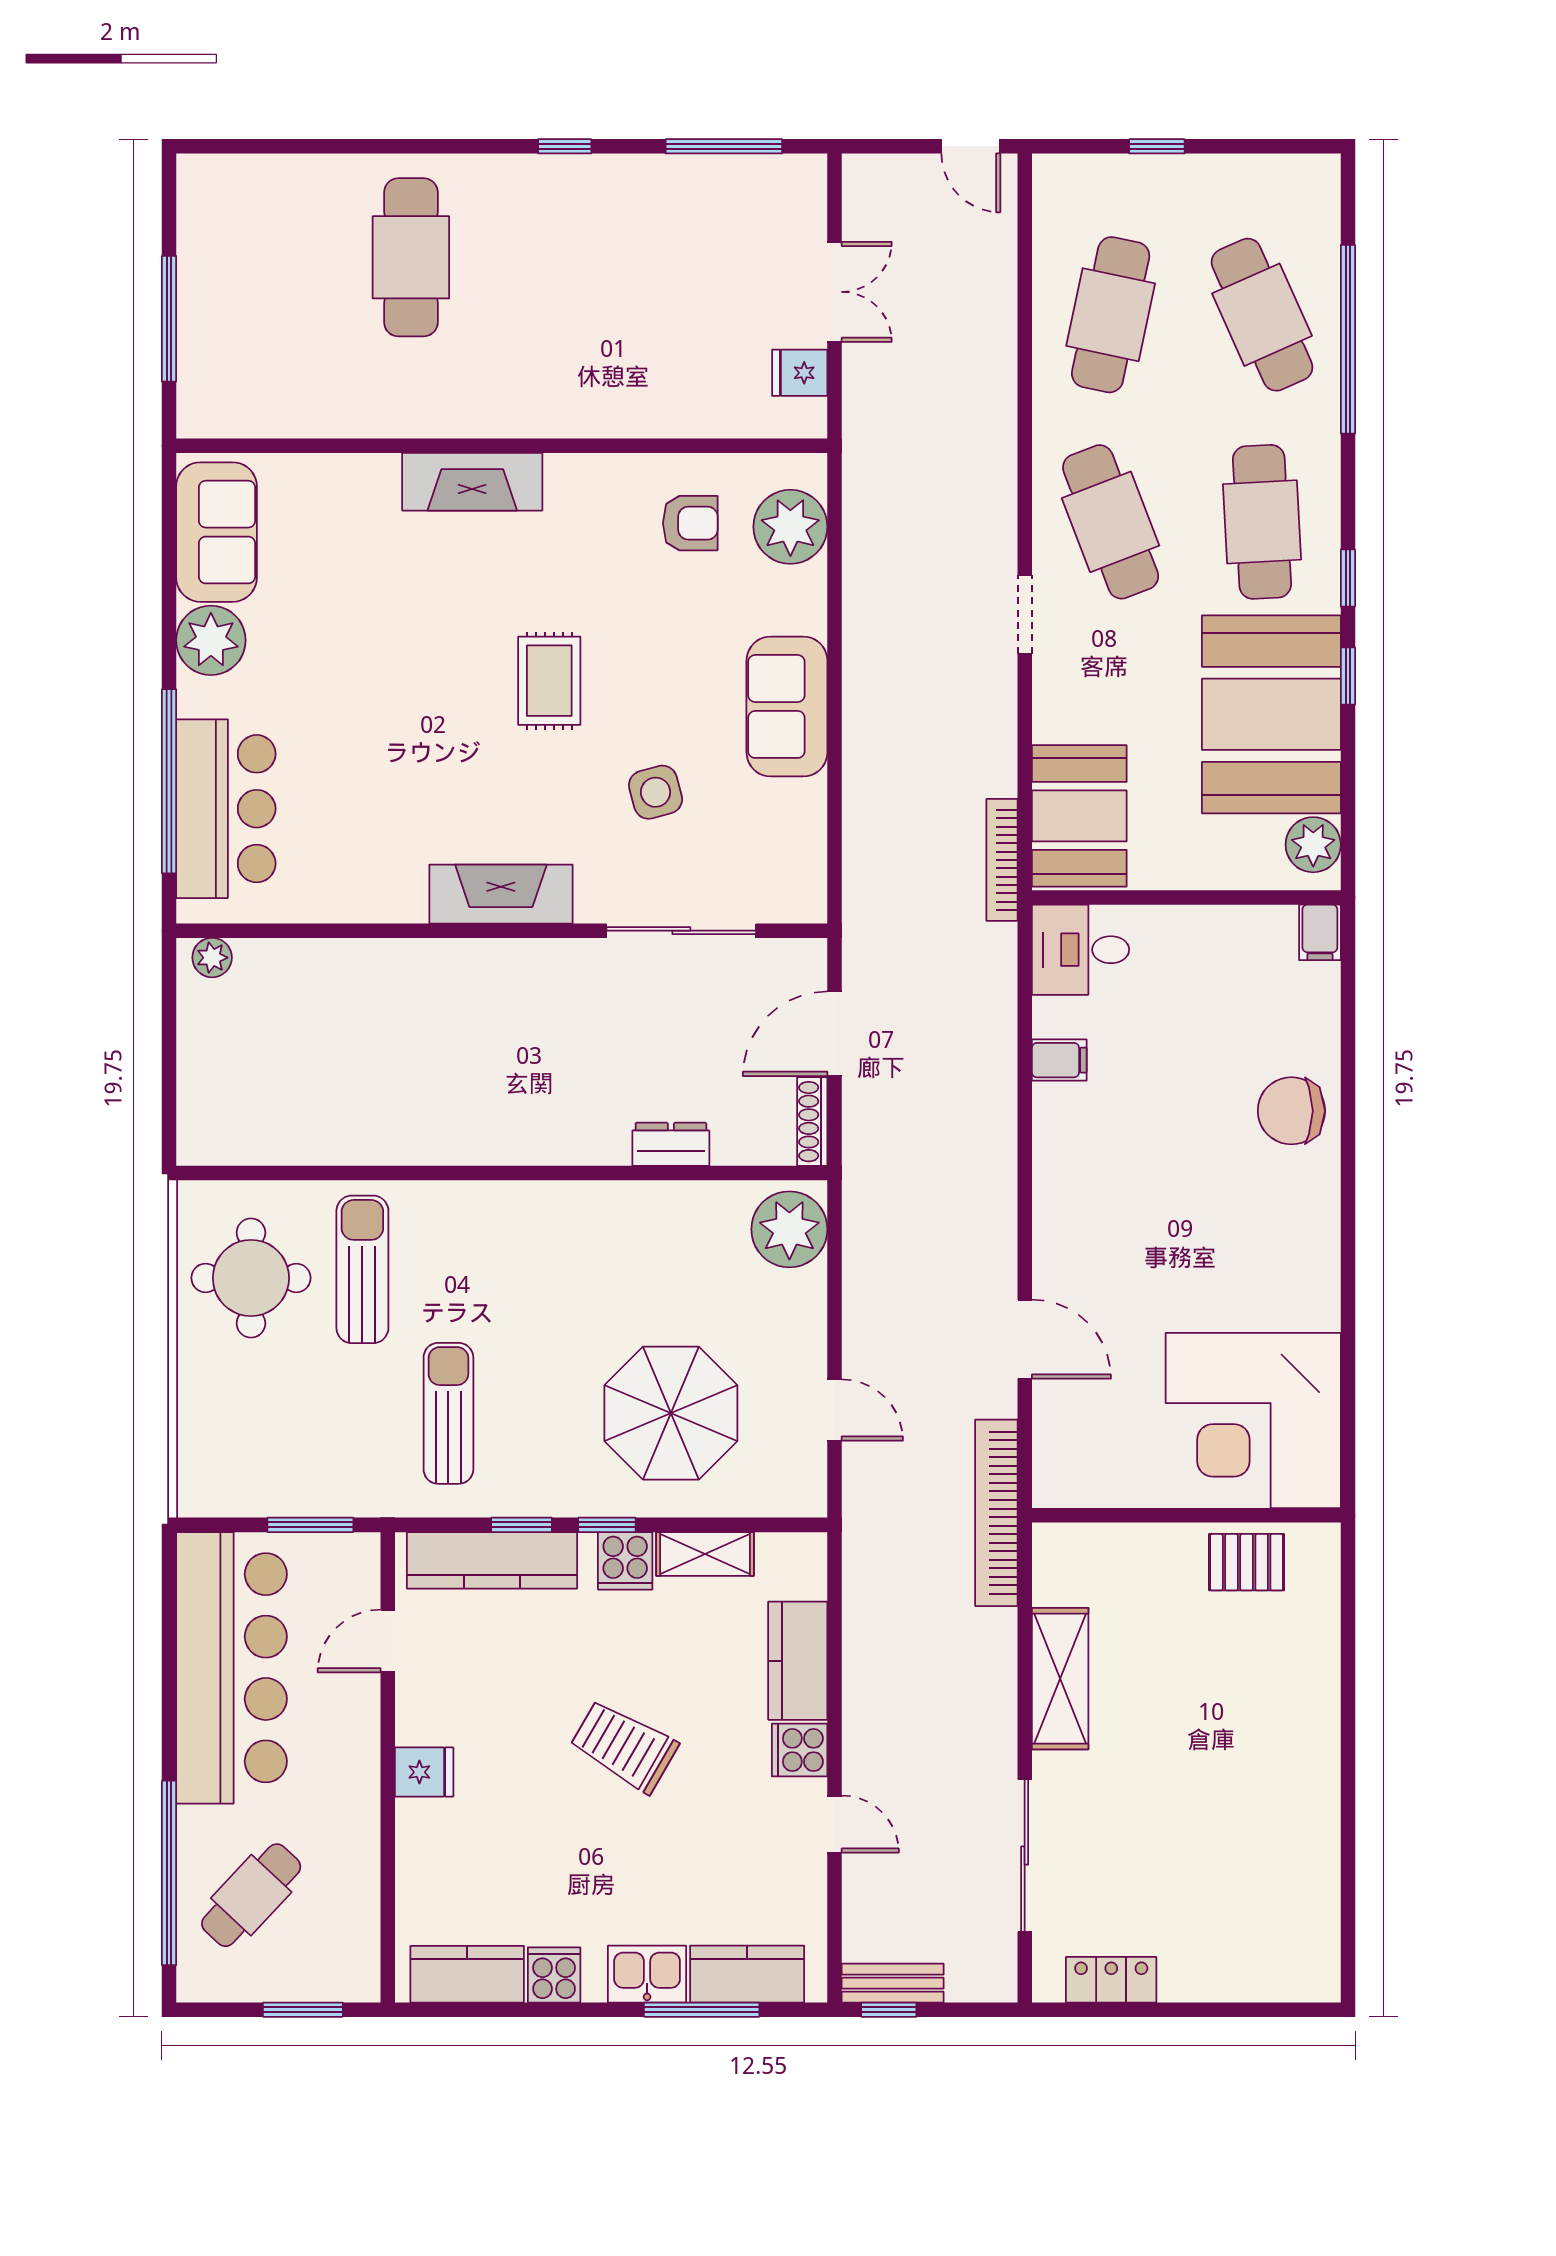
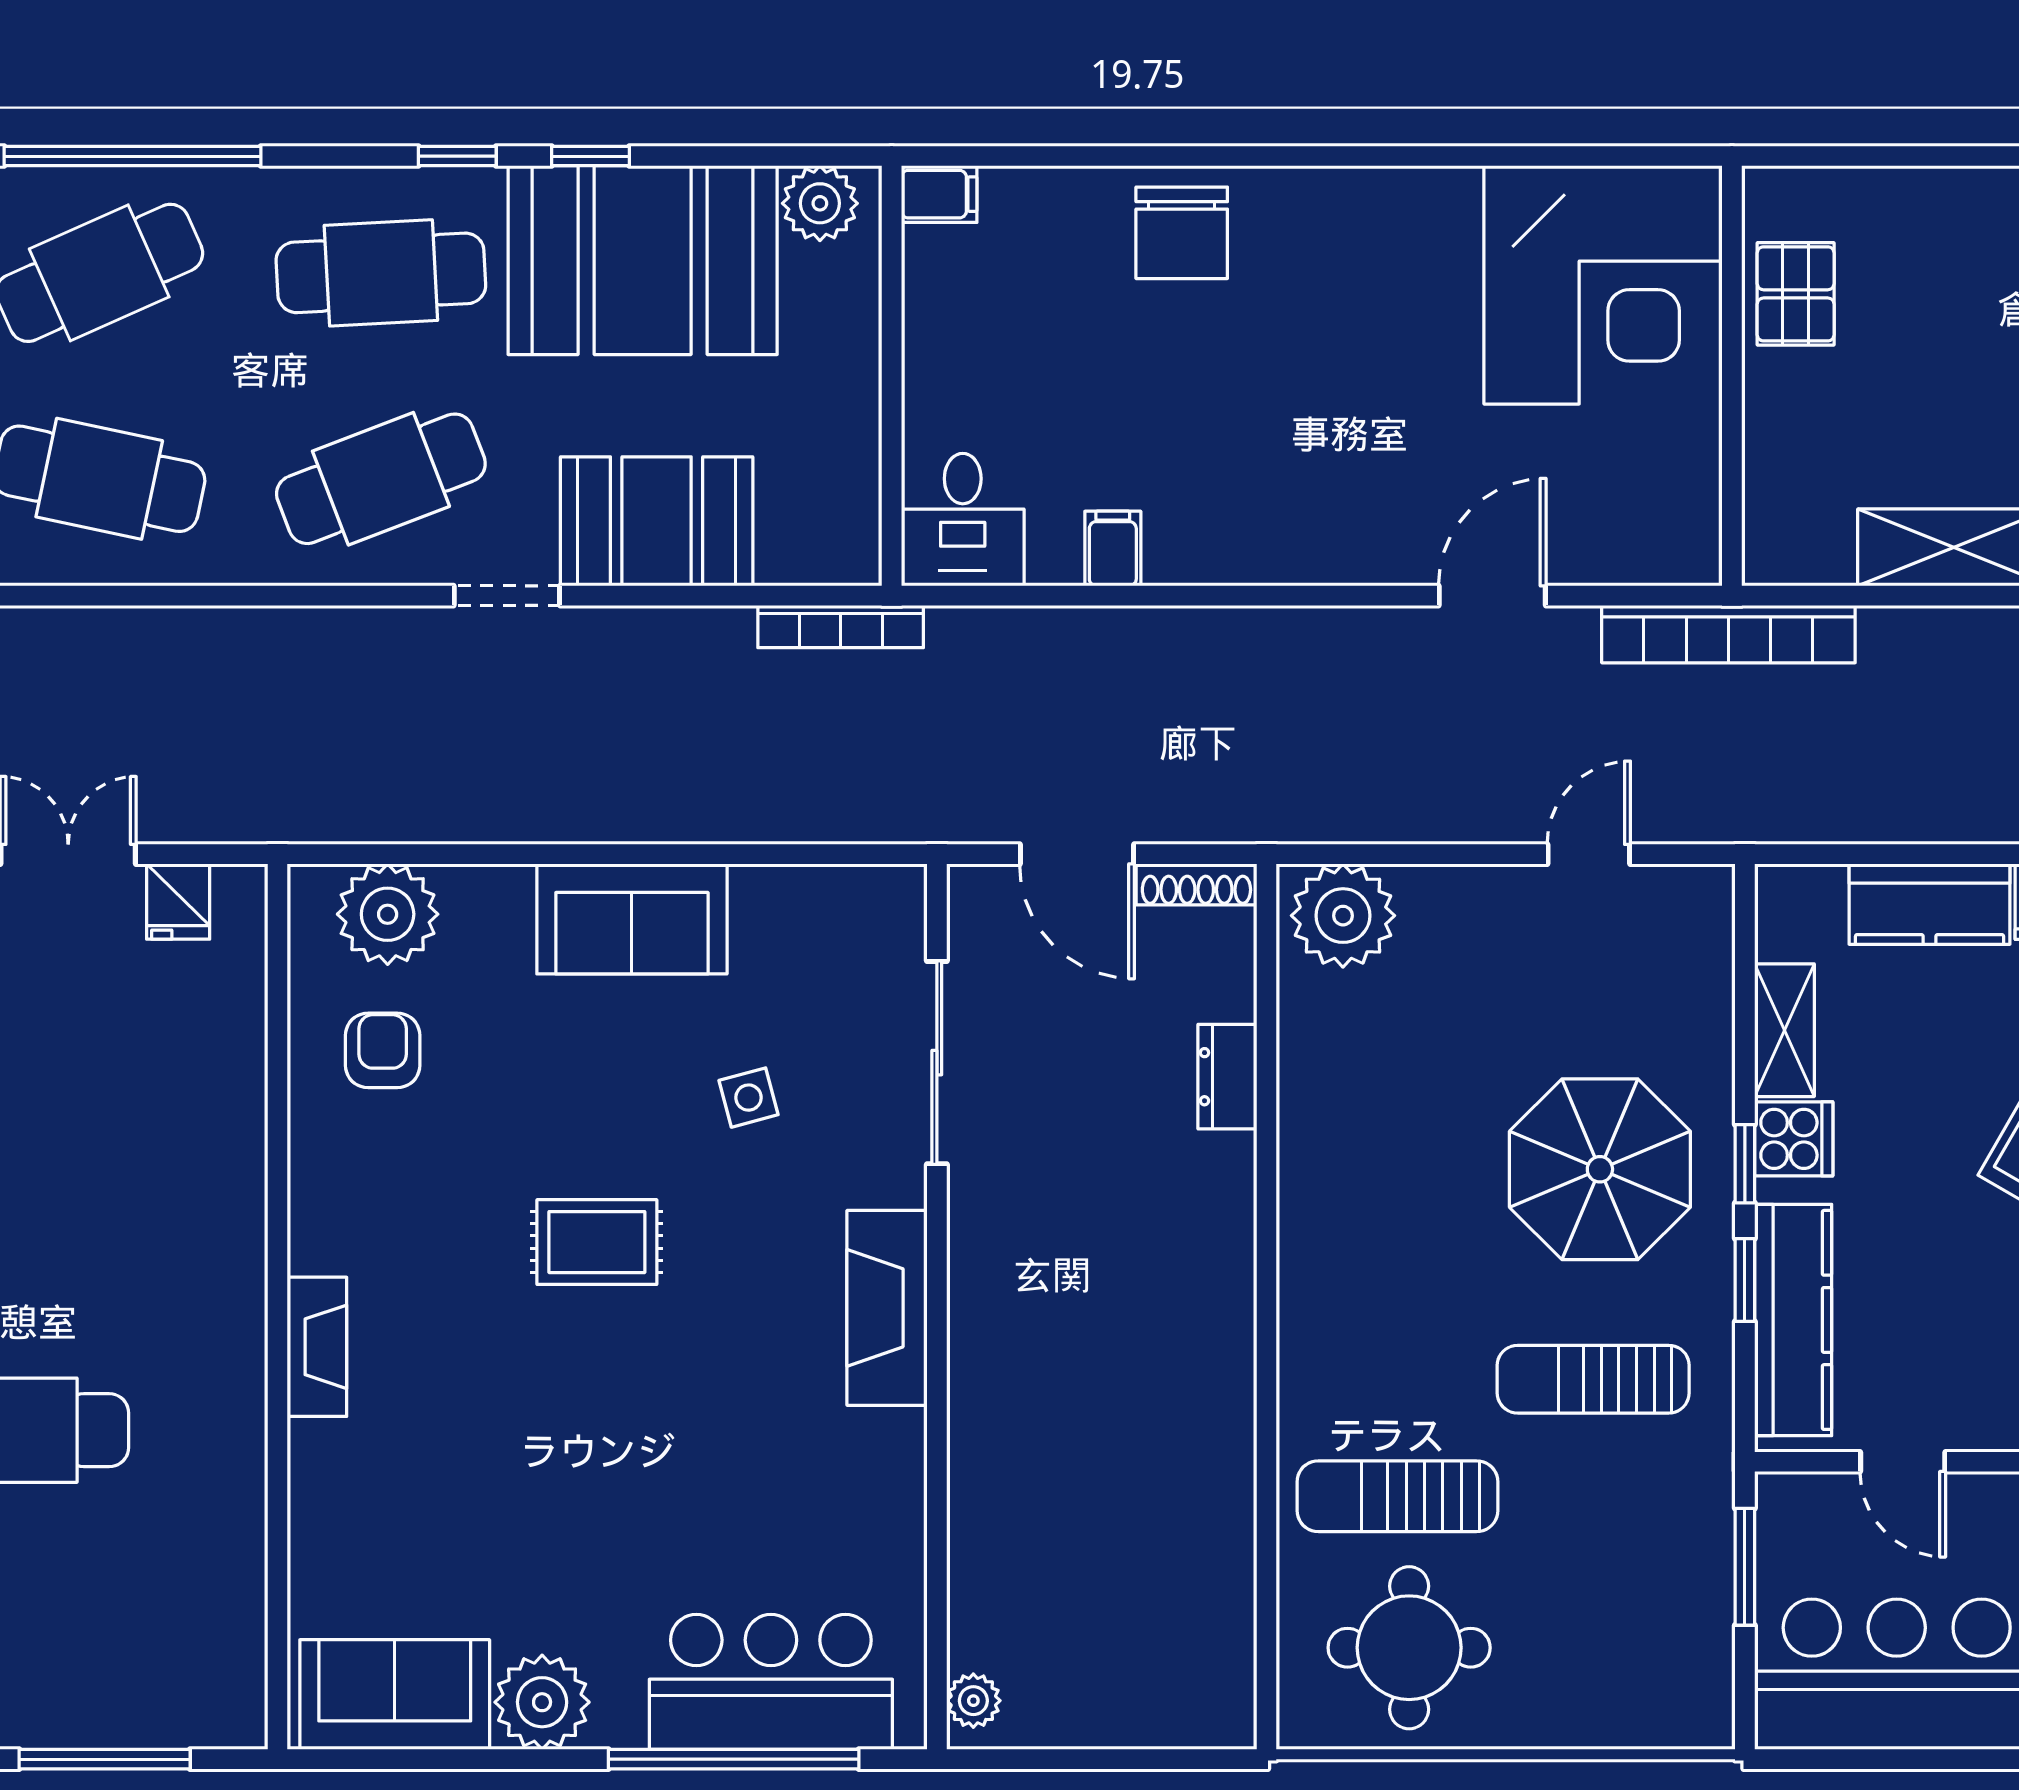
fireplace: (472, 482) -> (317, 1347), width x0.73, depth x0.76
side table: (656, 792) -> (749, 1098), width x0.73, depth x0.73
booth: (1079, 816) -> (657, 521), moved
parasol: (671, 1413) -> (1600, 1169), moved

